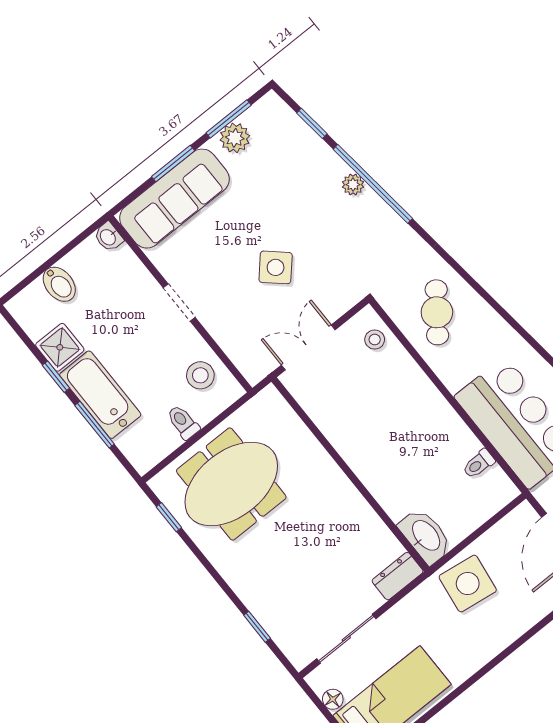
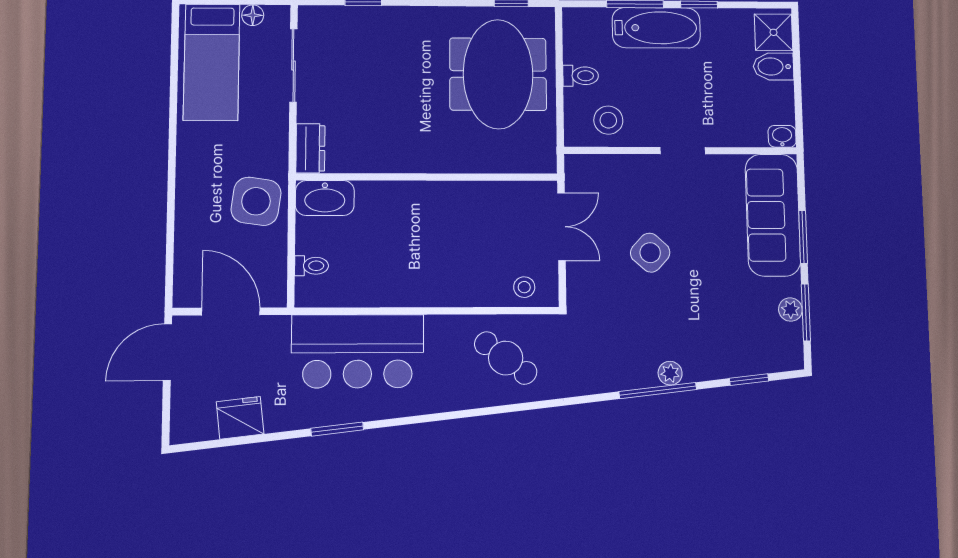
plant: (235, 138) -> (790, 309), width x0.73, depth x0.73
window: (373, 184) -> (658, 391), width x0.68
shower: (60, 347) -> (773, 32), moved
toilet: (479, 464) -> (312, 266), moved, turned 90

